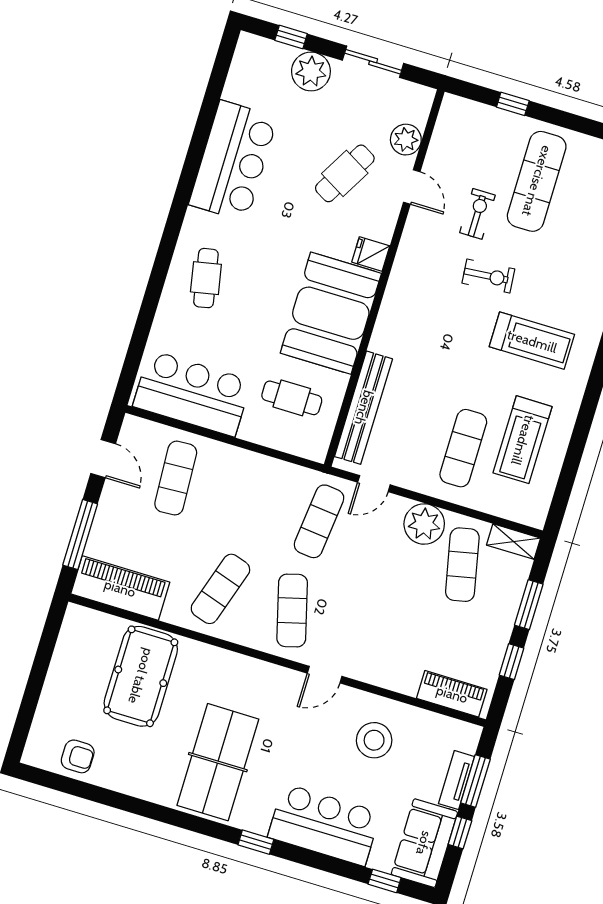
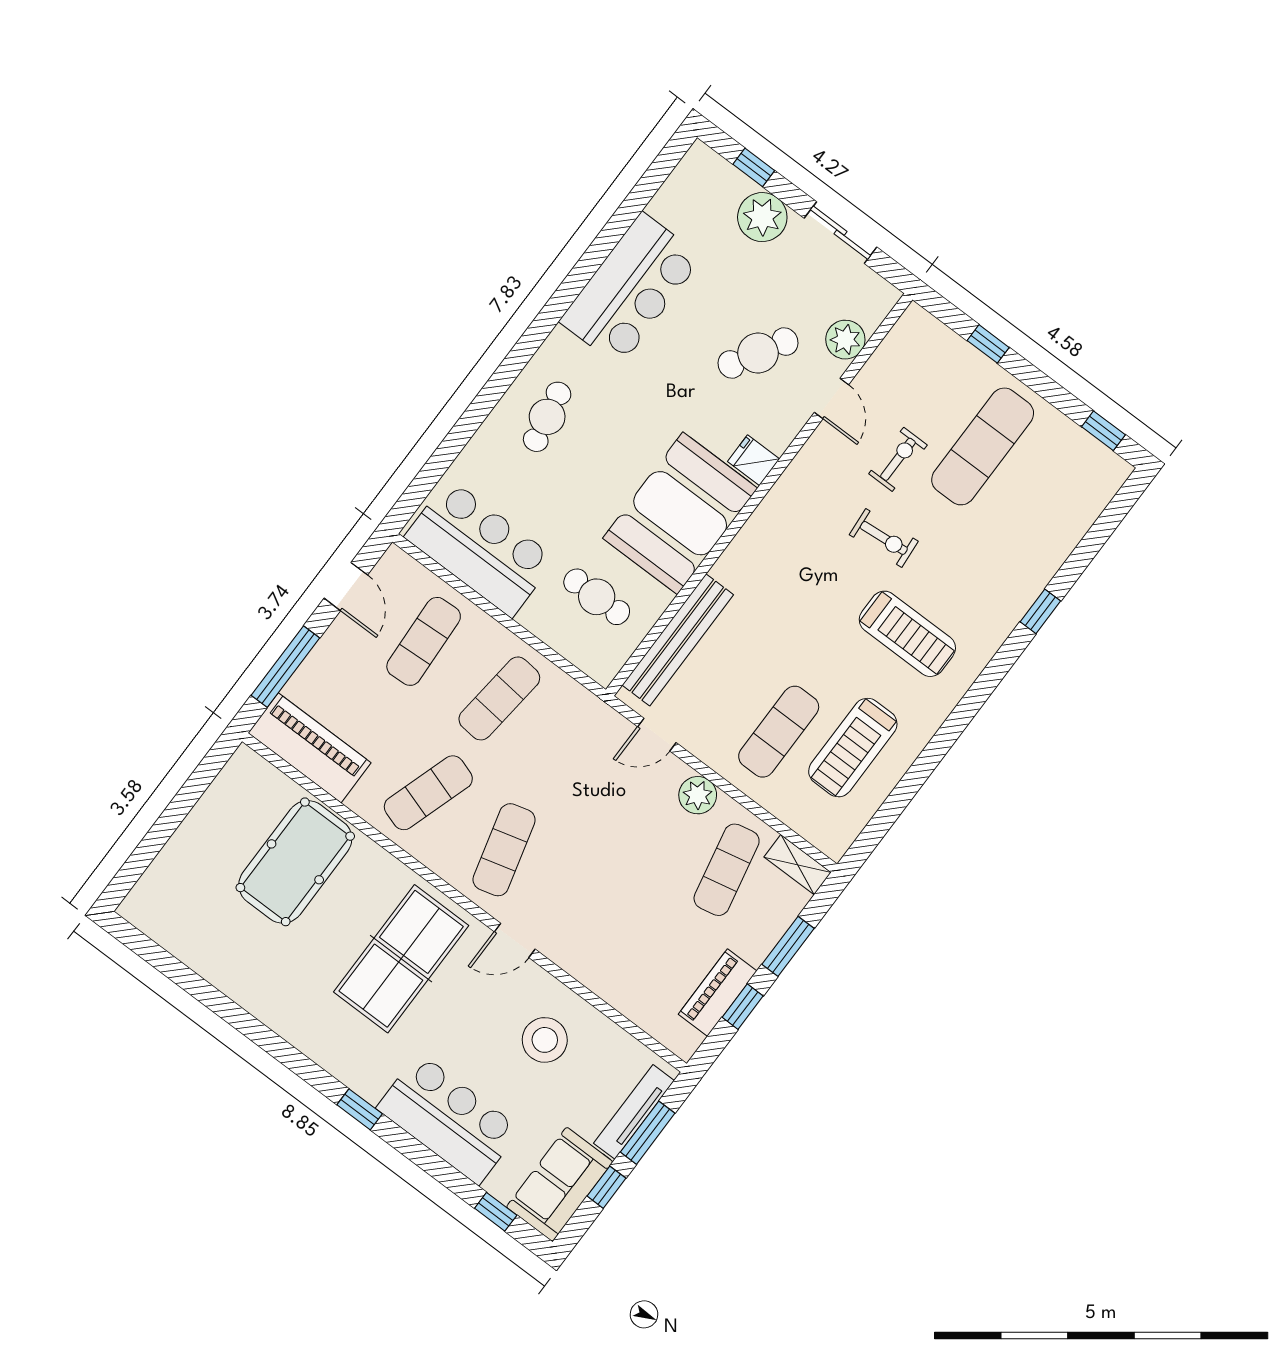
exercise mat: (319, 521) -> (499, 698), moved
plant: (424, 524) -> (698, 795), width x0.73, depth x0.73
piano: (452, 694) -> (718, 993), moved, turned -90
armchair: (78, 756) -> (185, 930), removed
table tennis table: (218, 762) -> (401, 959), moved
tv unit: (456, 780) -> (634, 1112), width x1.41

